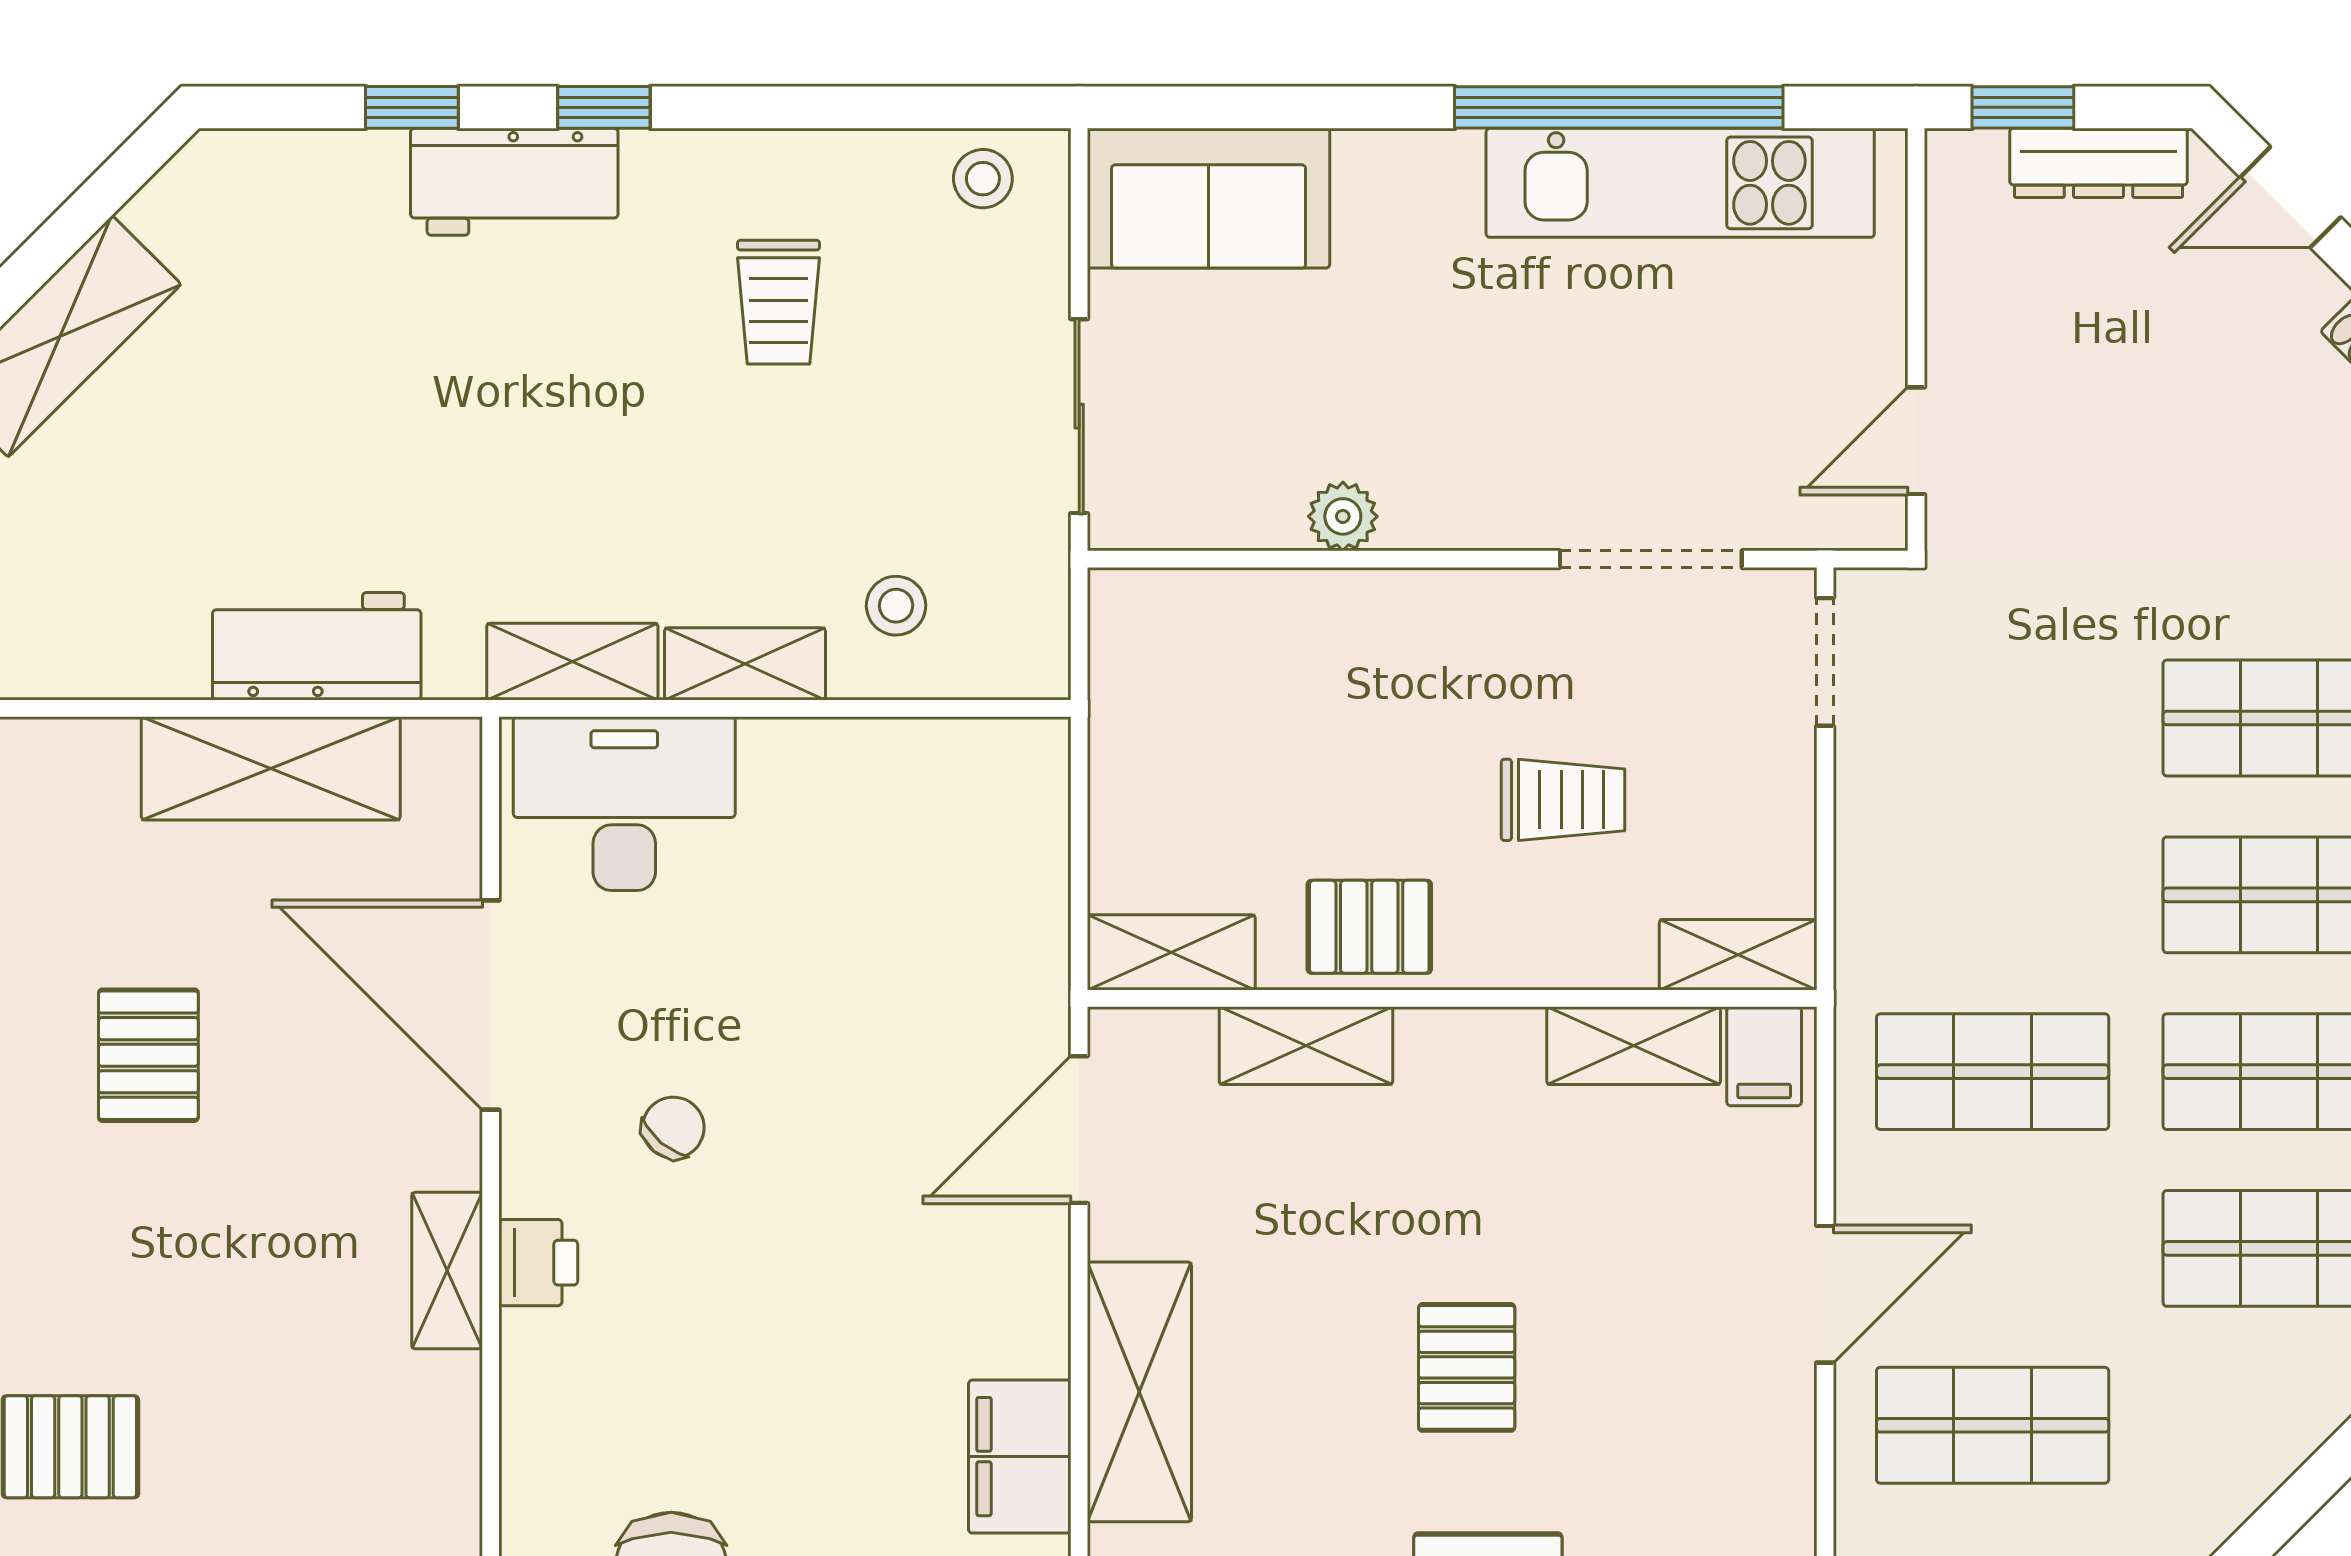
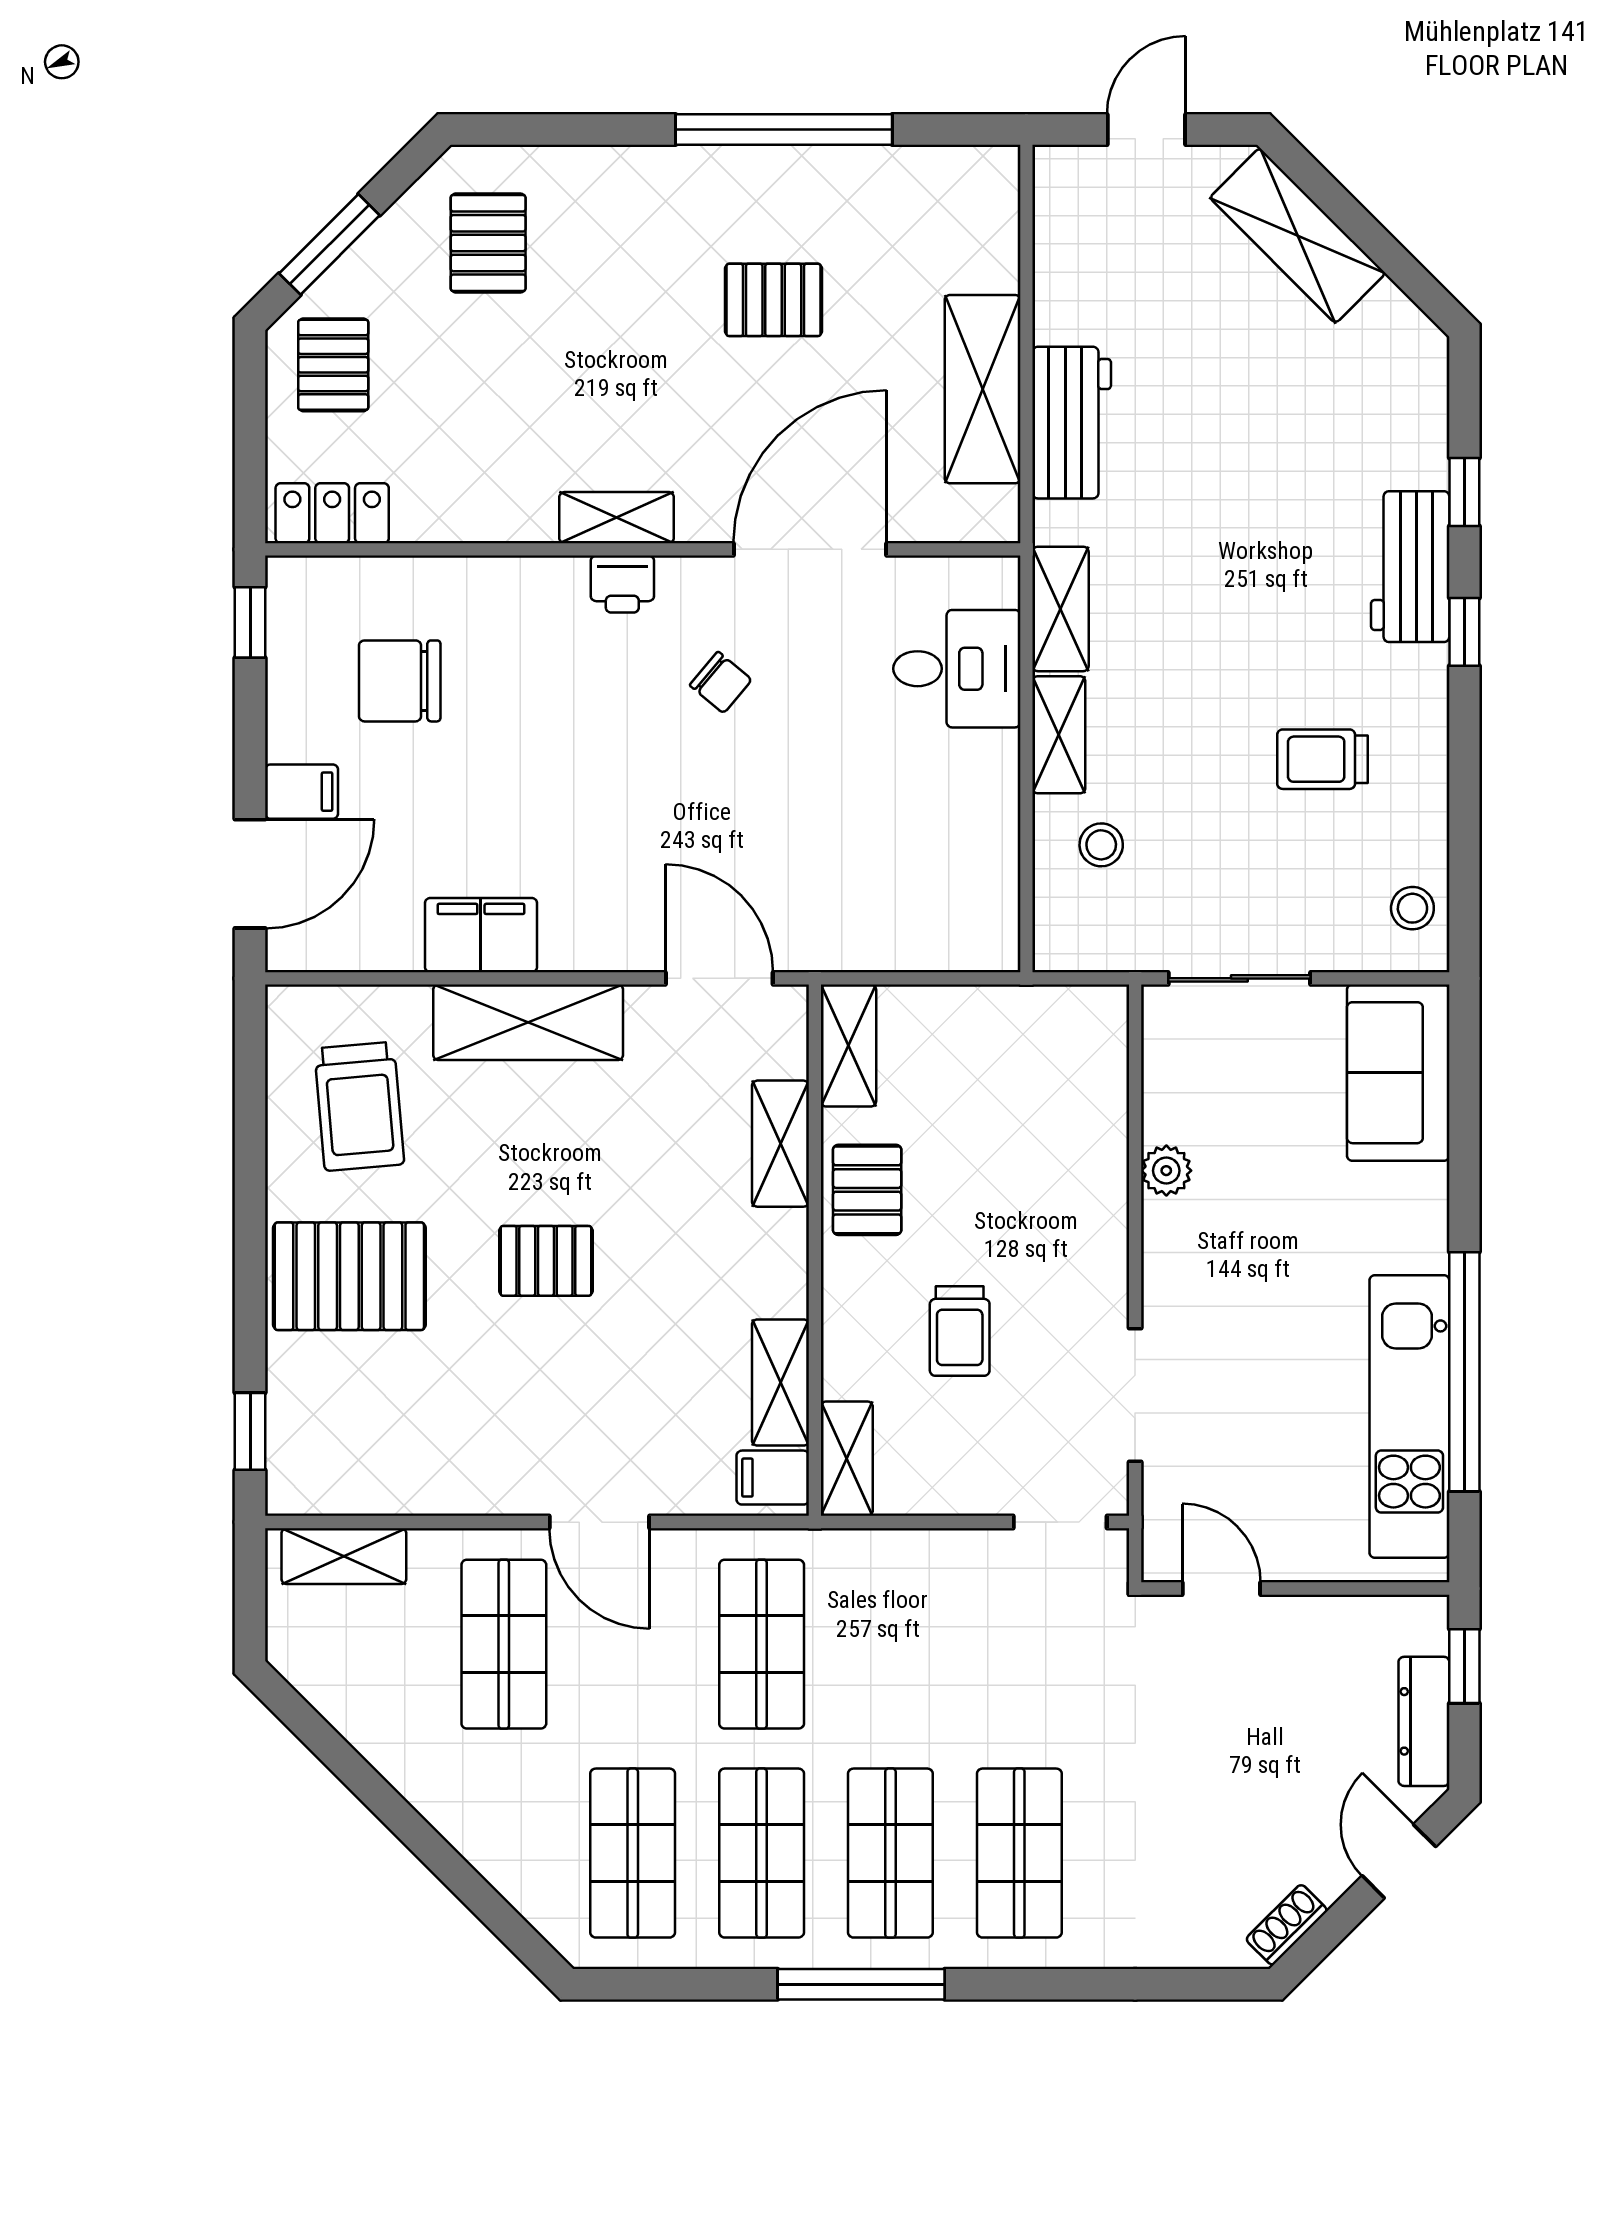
desk: (624, 804) -> (957, 669), width x0.73

